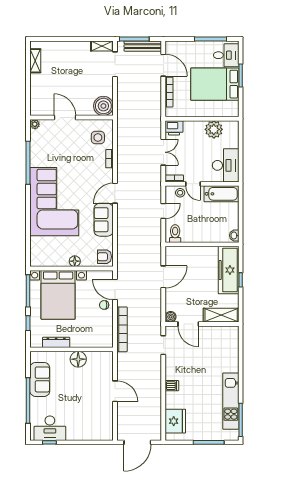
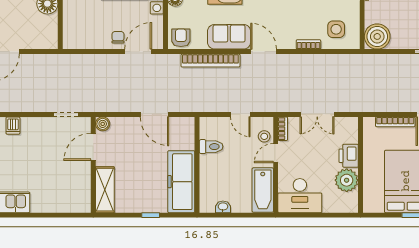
printer: (174, 128) -> (349, 156), moved
toilet: (175, 234) -> (211, 147), moved
washbasin: (234, 235) -> (223, 207), moved
freezer: (229, 270) -> (181, 182), moved, turned -90
bookcase: (122, 329) -> (210, 61), moved

